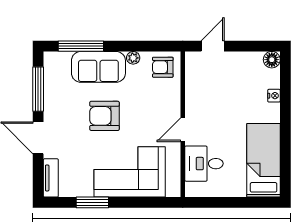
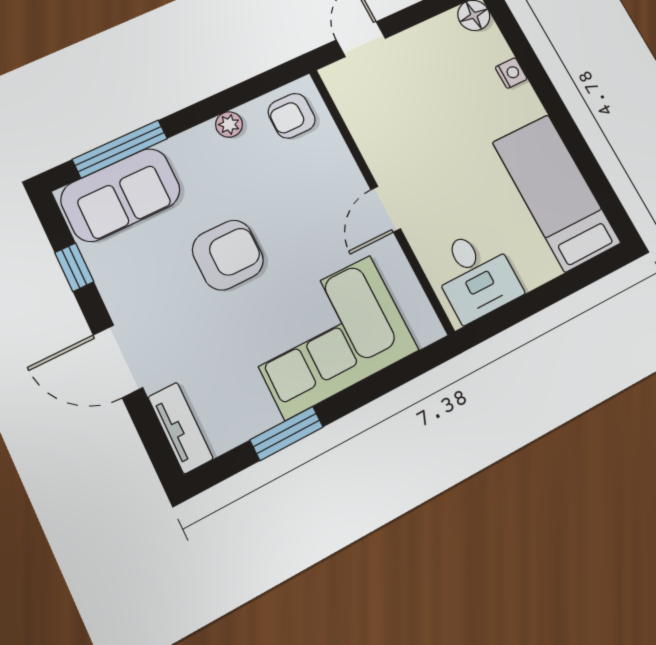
sofa: (98, 67) -> (121, 195), moved
window: (38, 89) -> (74, 267), width x0.46
armchair: (105, 116) -> (228, 255), turned 180
desk: (204, 164) -> (476, 275), moved, turned -90

